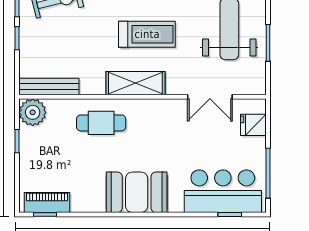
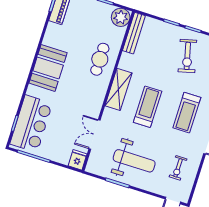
treadmill: (147, 34) -> (148, 107), turned 180
fridge: (253, 125) -> (78, 160), moved

